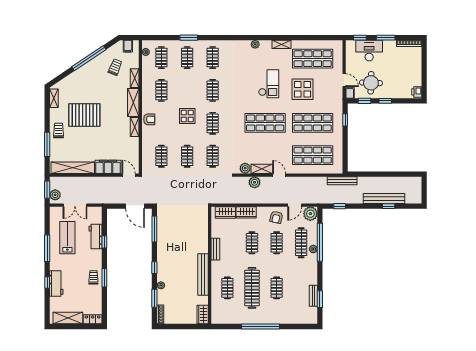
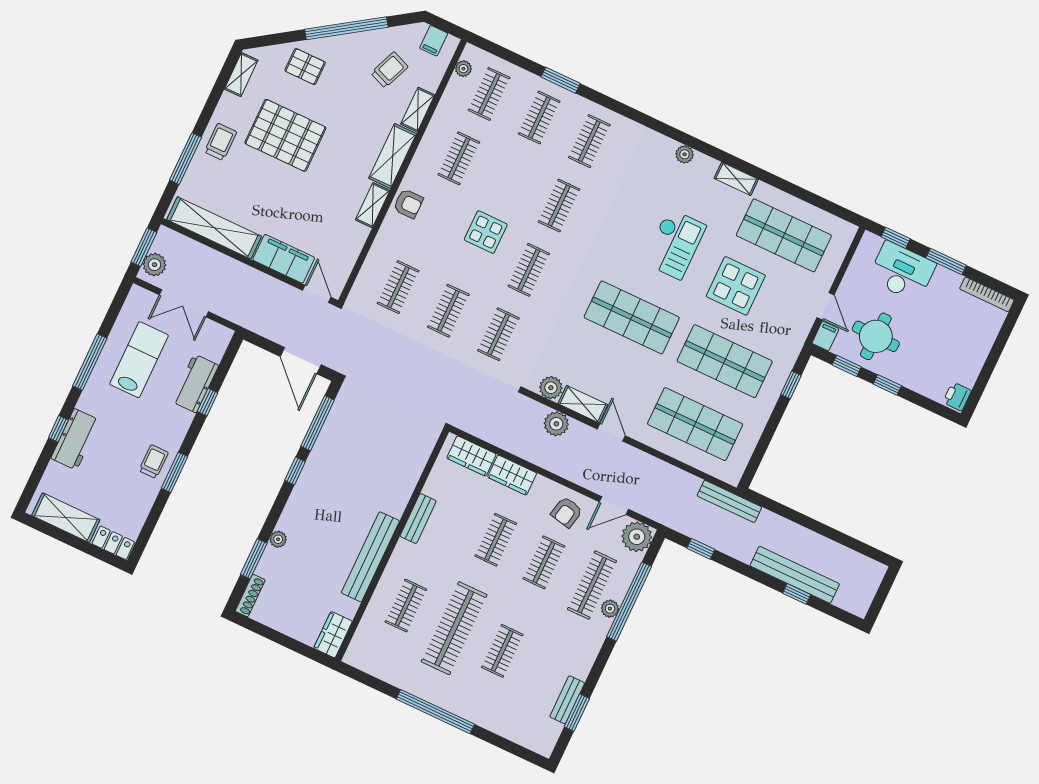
pallet: (79, 82) -> (305, 67), added
window: (154, 268) -> (295, 471), moved

